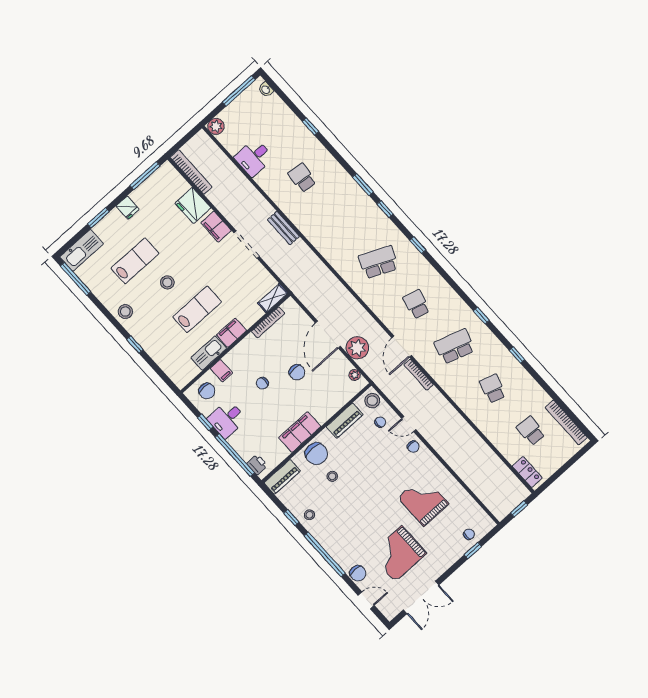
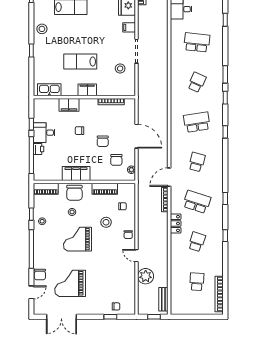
school desk: (302, 178) -> (197, 42), width x1.85
school desk: (340, 220) -> (197, 82), added
filing cabinet: (216, 227) -> (129, 27), width x0.50
bench: (283, 228) -> (163, 299), moved
school desk: (378, 262) -> (197, 122), turned -33
stool: (167, 282) -> (120, 68), moved
shelving: (273, 298) -> (125, 91), removed
lab bench: (197, 309) -> (80, 62), turned 180
door: (328, 335) -> (136, 136), swing flipped
plant: (357, 348) -> (146, 276), moved
kitchen sink: (209, 353) -> (49, 90), moved
filing cabinet: (221, 371) -> (69, 105), width x2.00
chair: (207, 391) -> (116, 160), moved
stool: (372, 401) -> (106, 222), moved
door: (409, 424) -> (136, 256), moved
printer: (257, 465) -> (39, 149), moved
locker: (527, 472) -> (176, 224), moved
grand piano: (423, 501) -> (78, 239), moved, turned -90
door: (366, 600) -> (31, 292), hinge flipped

